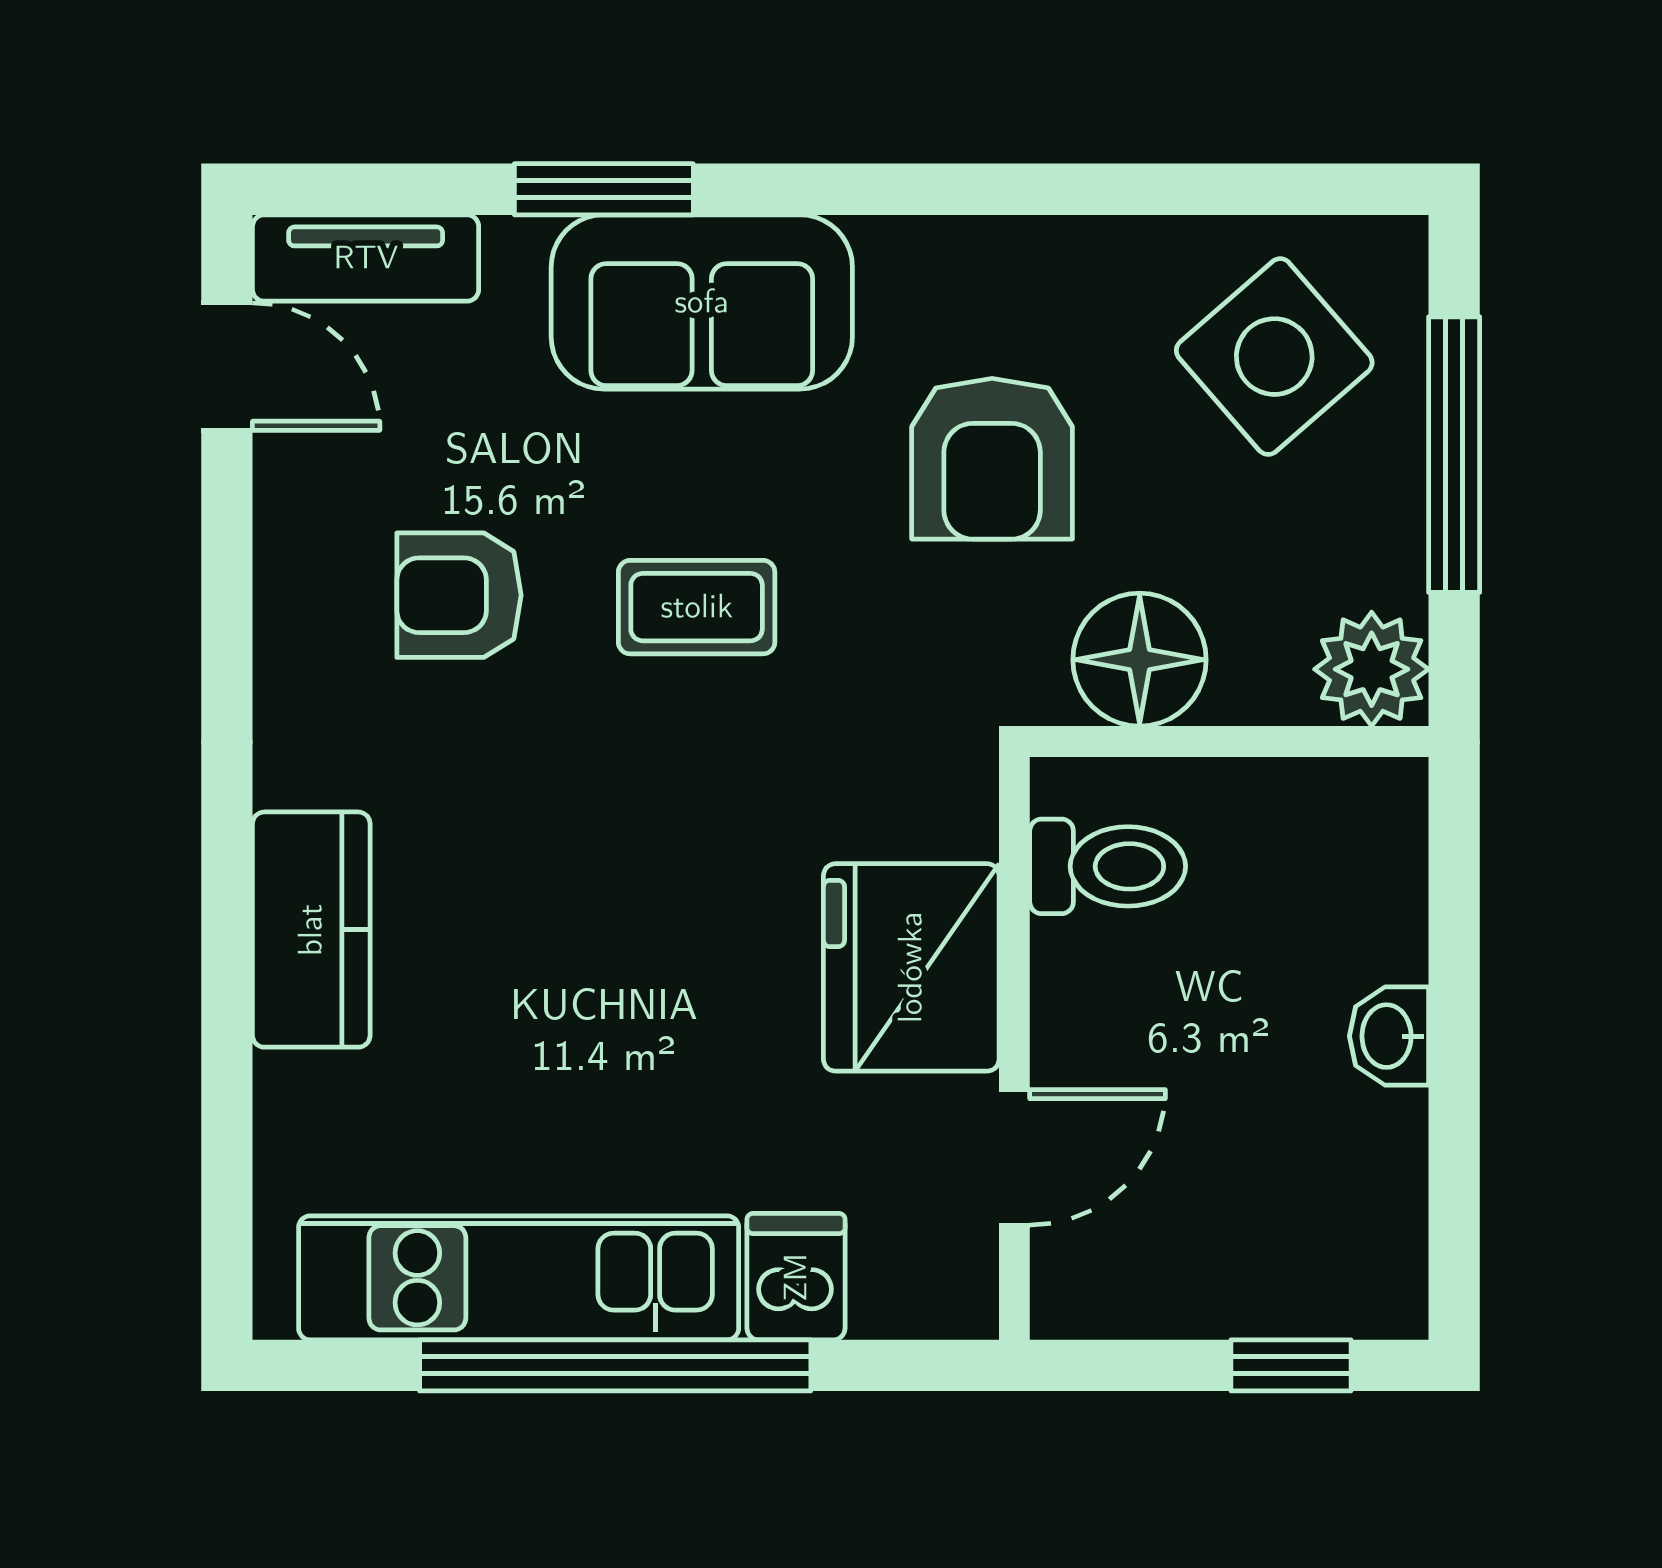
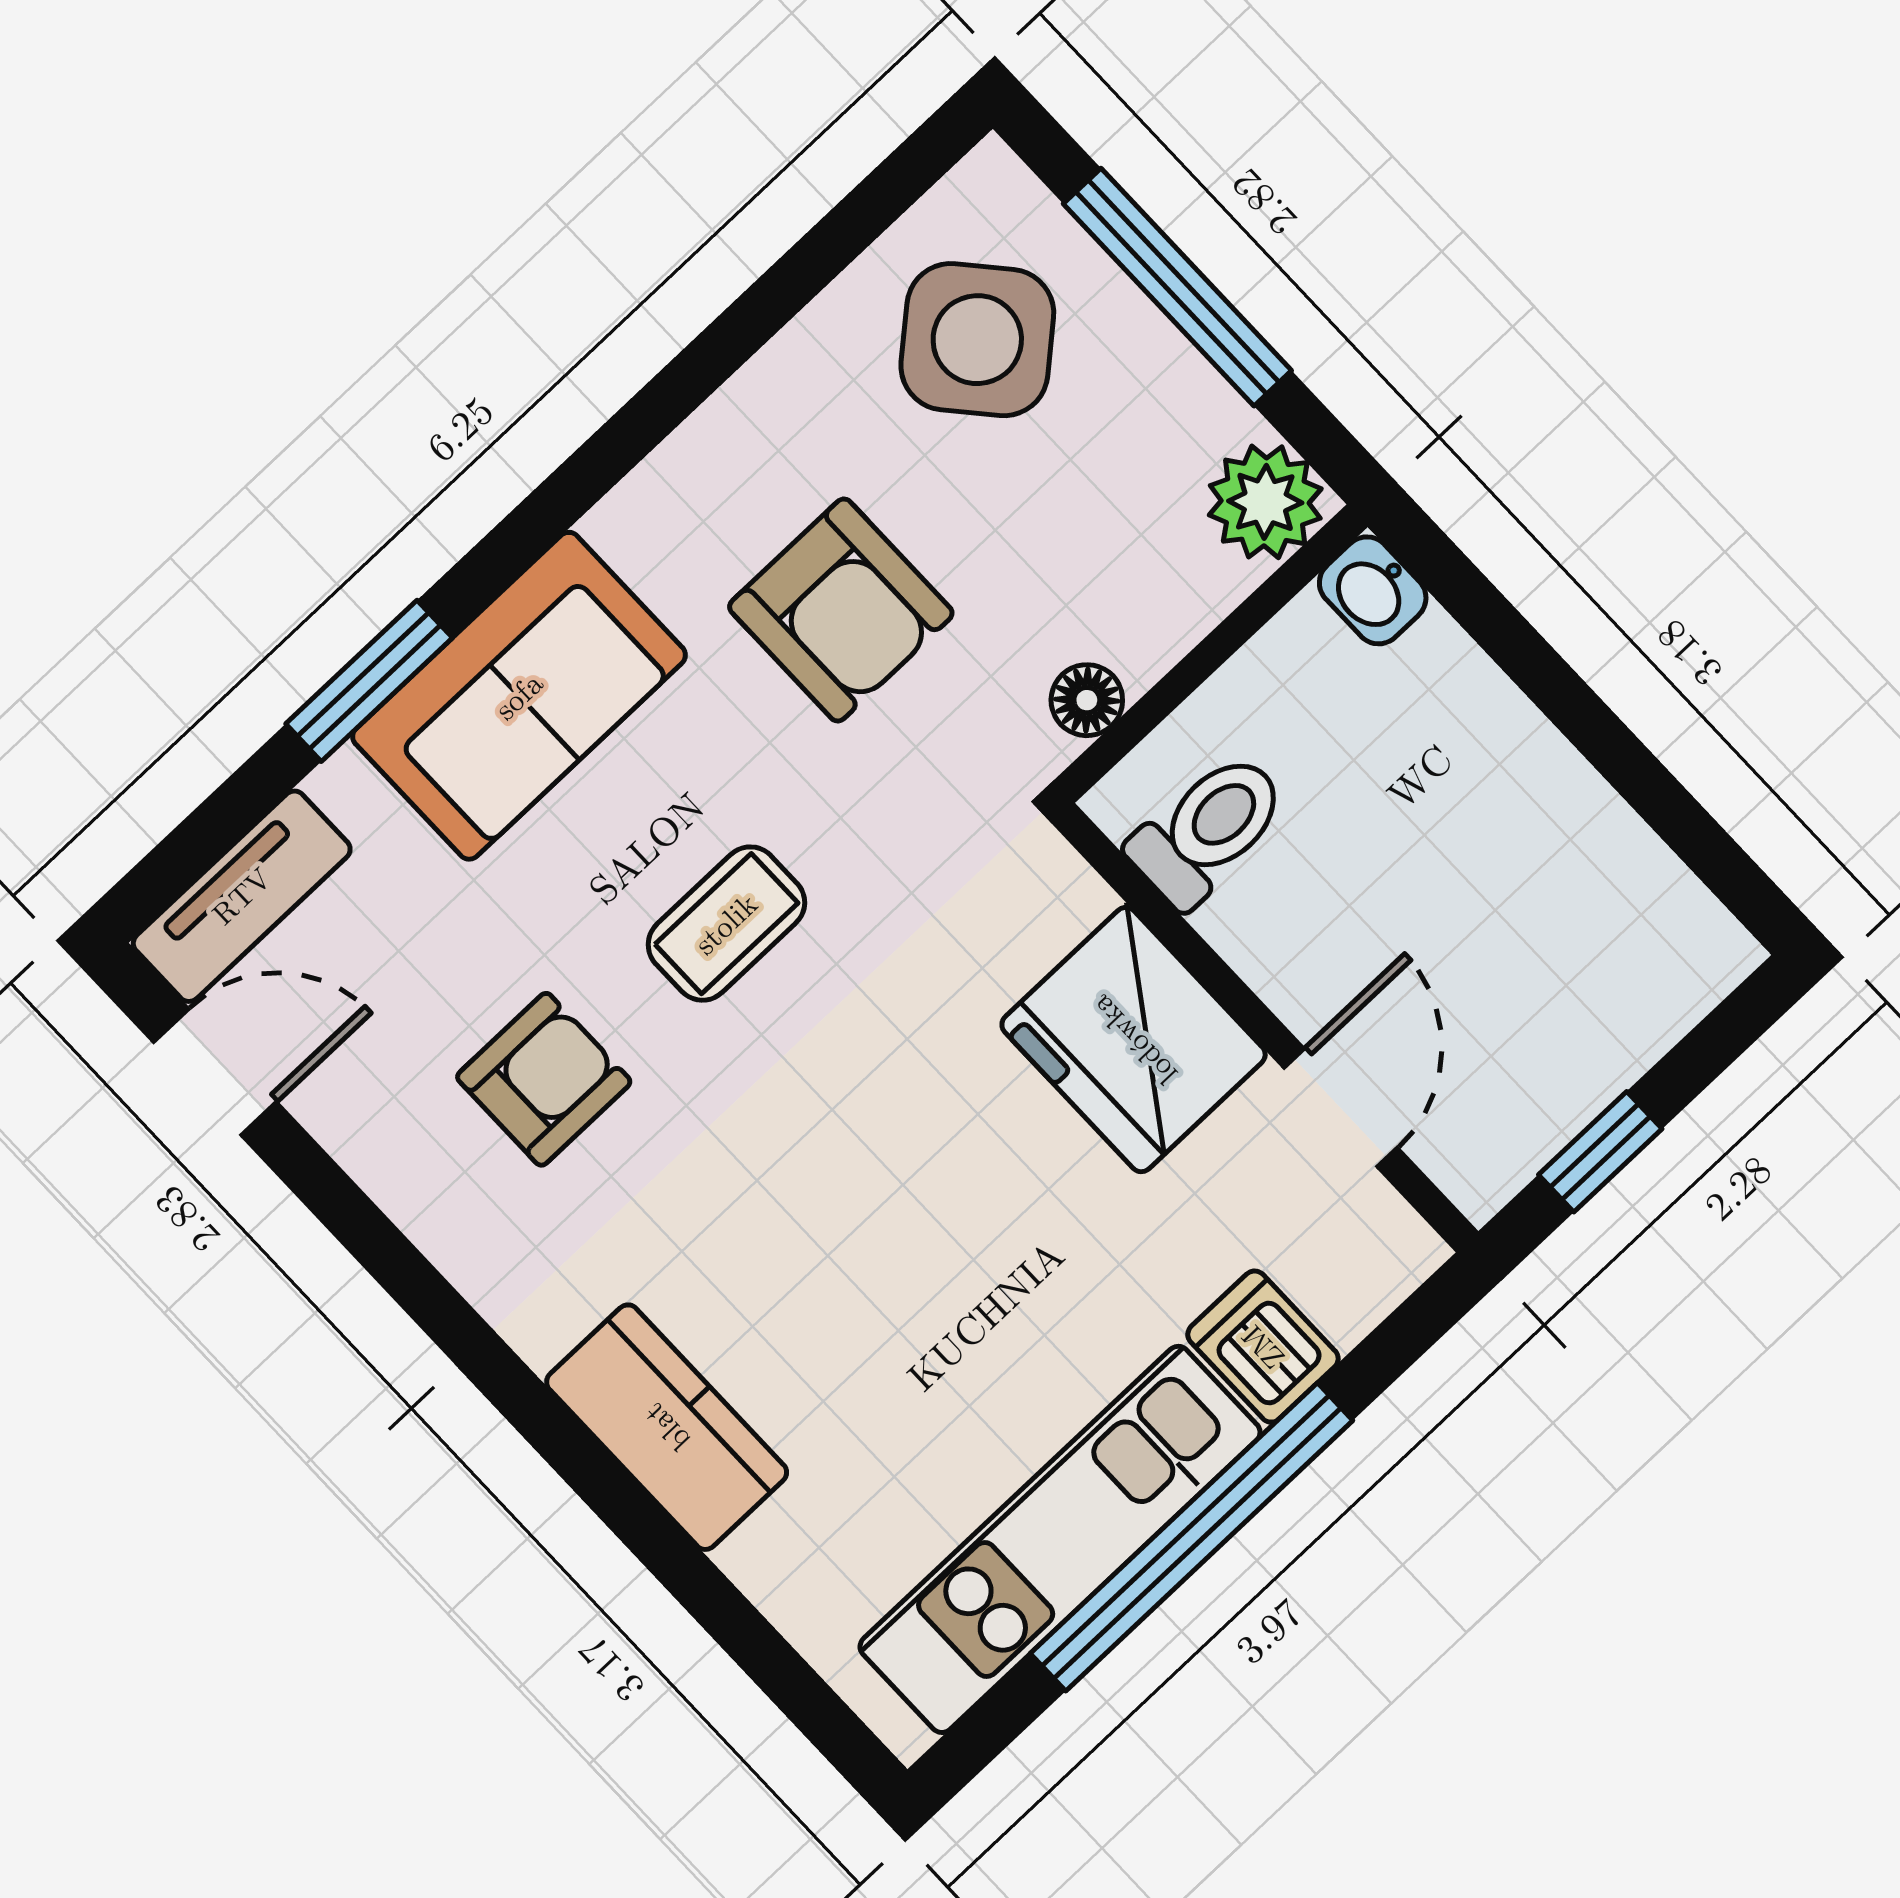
armchair: (459, 595) -> (544, 1079), turned 180
floor lamp: (1140, 660) -> (1087, 700), width x0.53, depth x0.53
washbasin: (1389, 1036) -> (1373, 590), moved
window: (1291, 1365) -> (1600, 1152), moved

